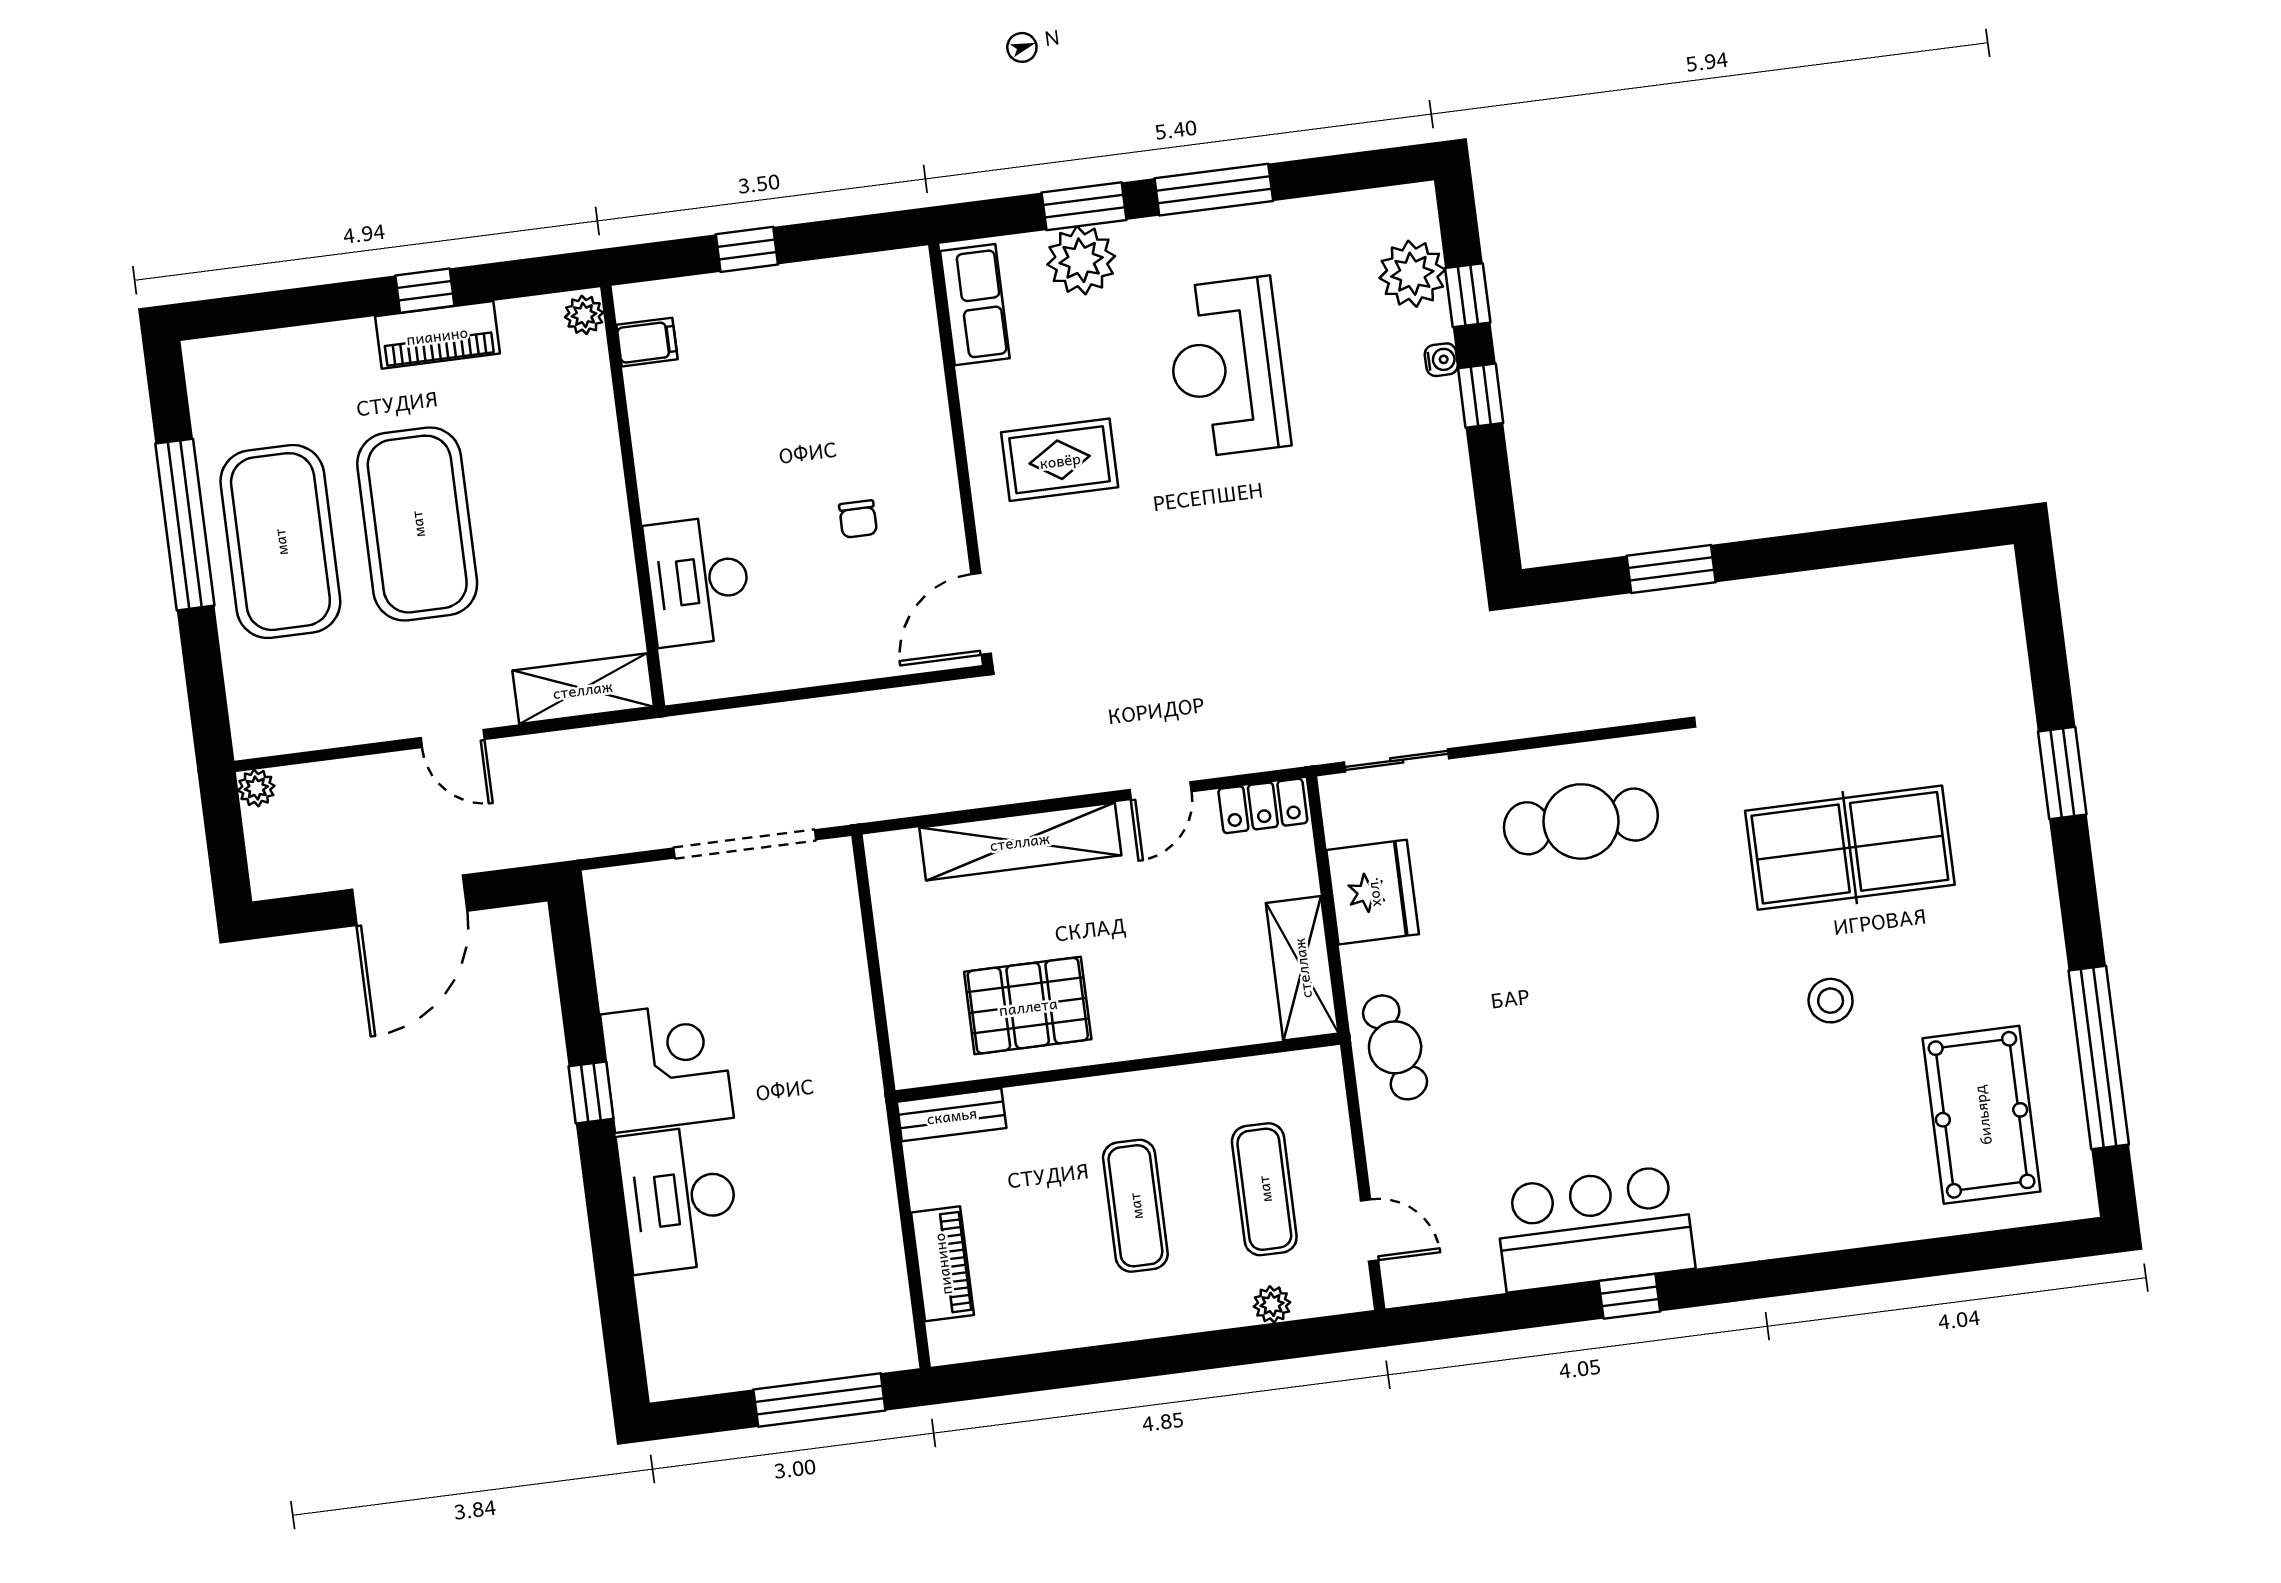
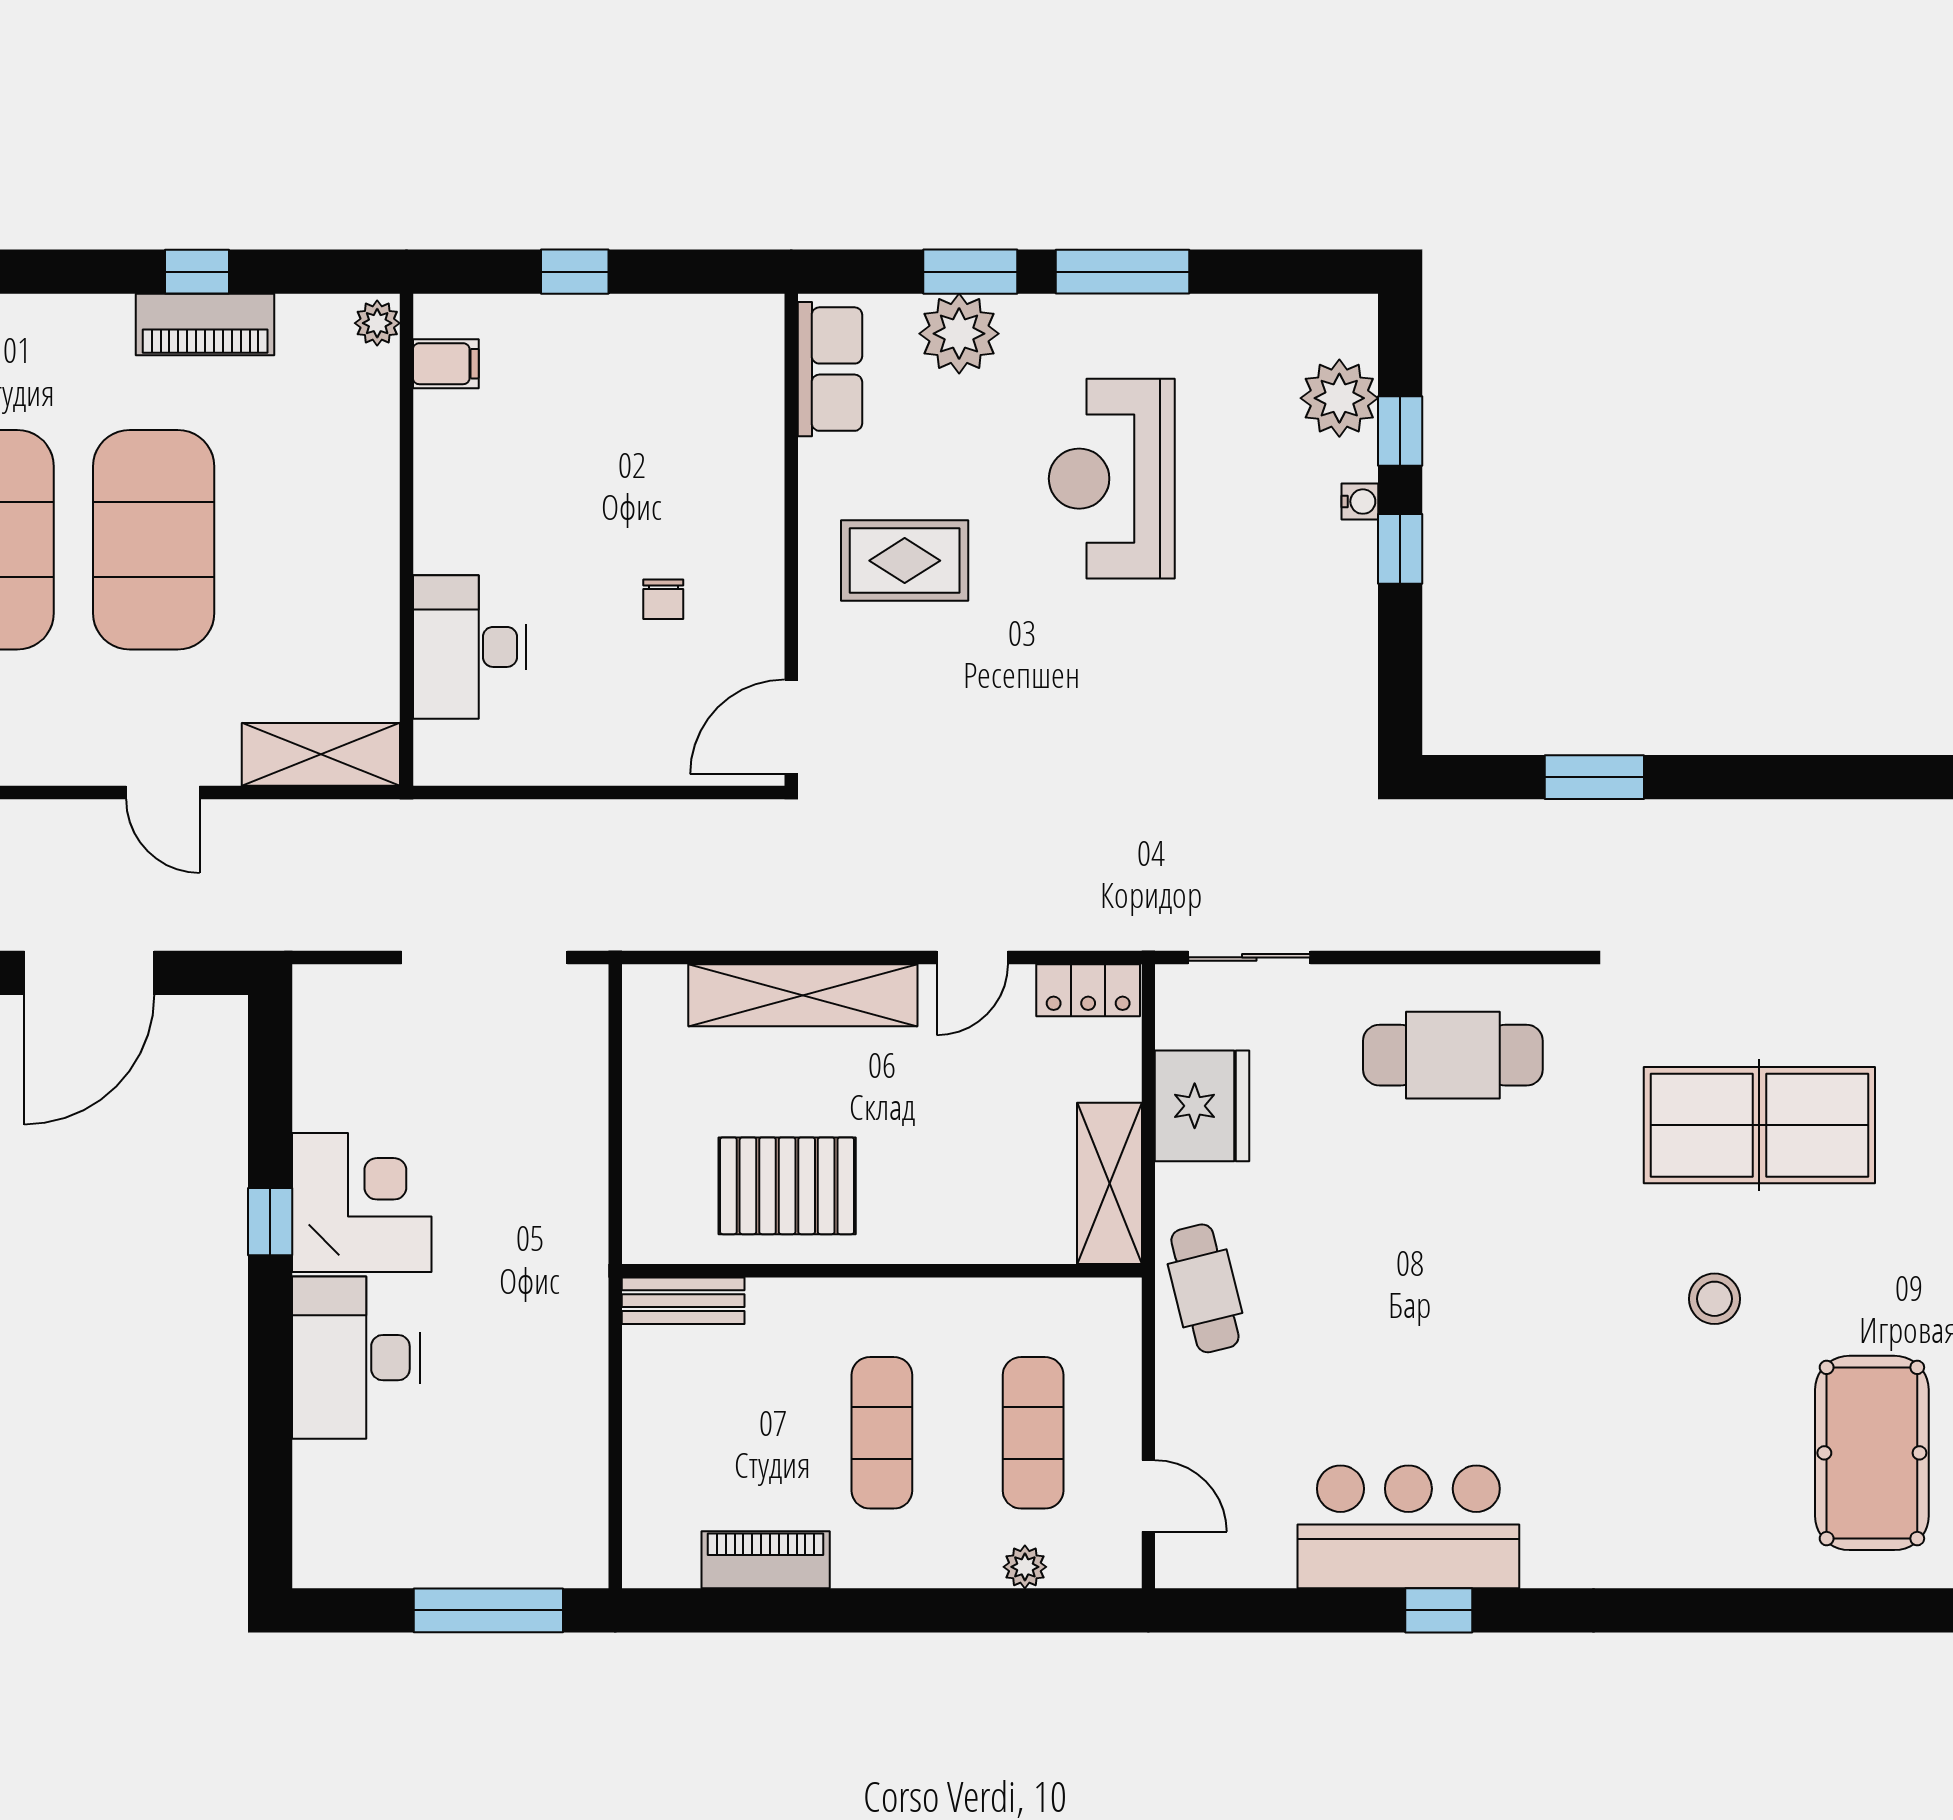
piano: (942, 1264) -> (766, 1560), moved, turned -90

